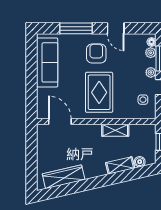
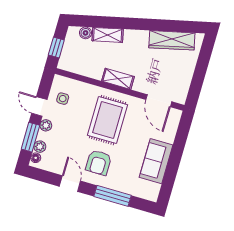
sofa: (47, 62) -> (156, 161), width x0.73
shelving: (115, 130) -> (118, 79), moved

